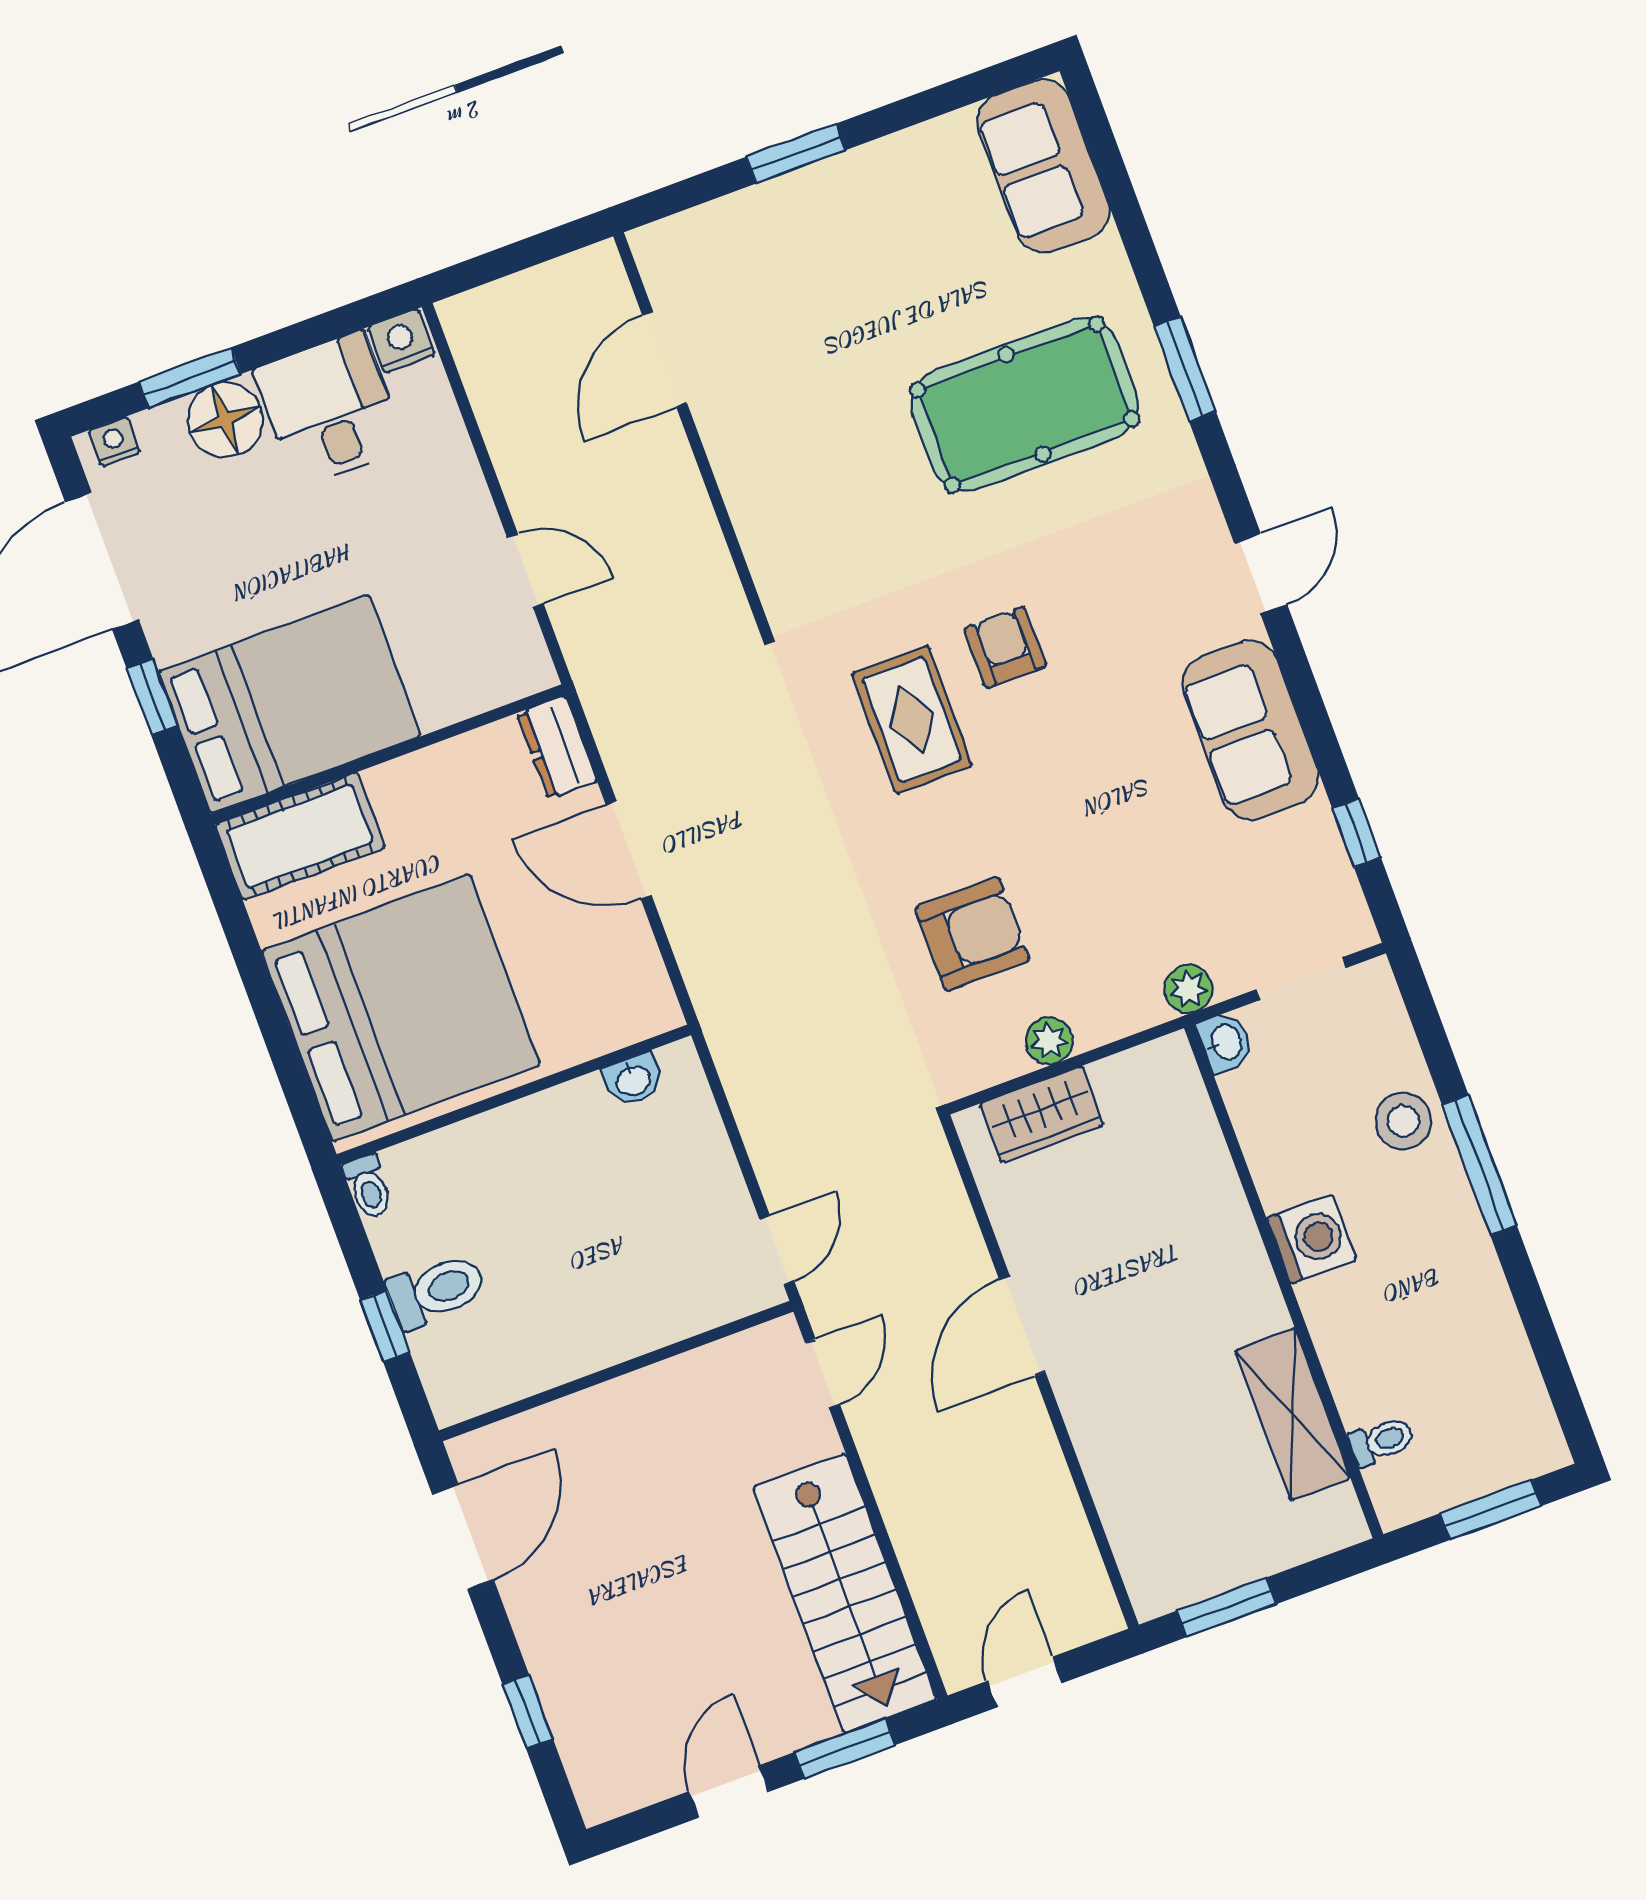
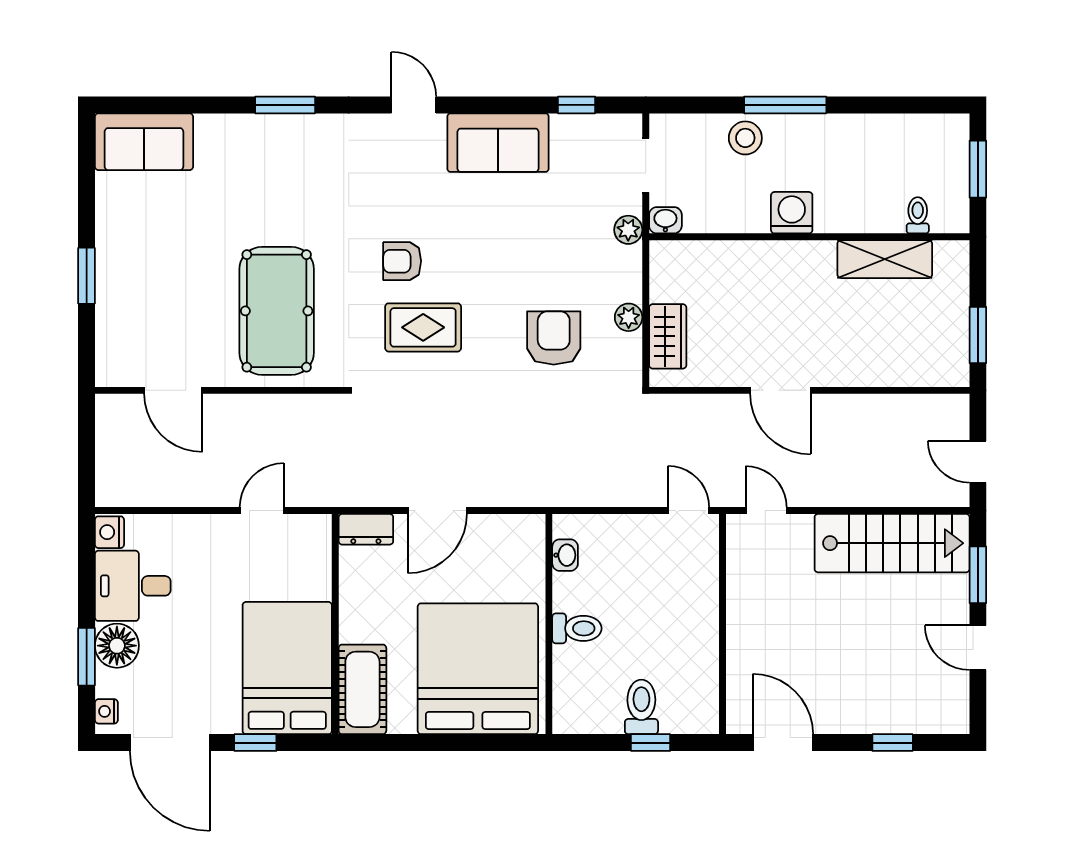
pool table: (1025, 404) -> (277, 311), moved
toilet: (368, 1187) -> (577, 628), moved, width x1.37, depth x1.39

